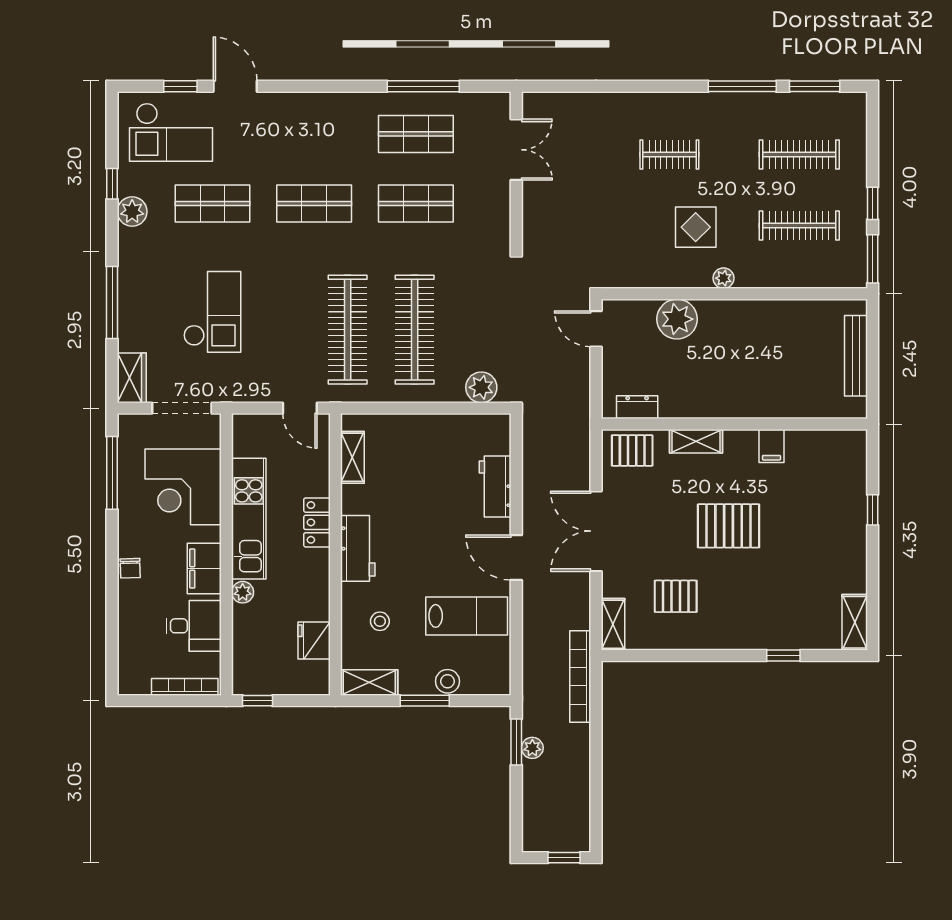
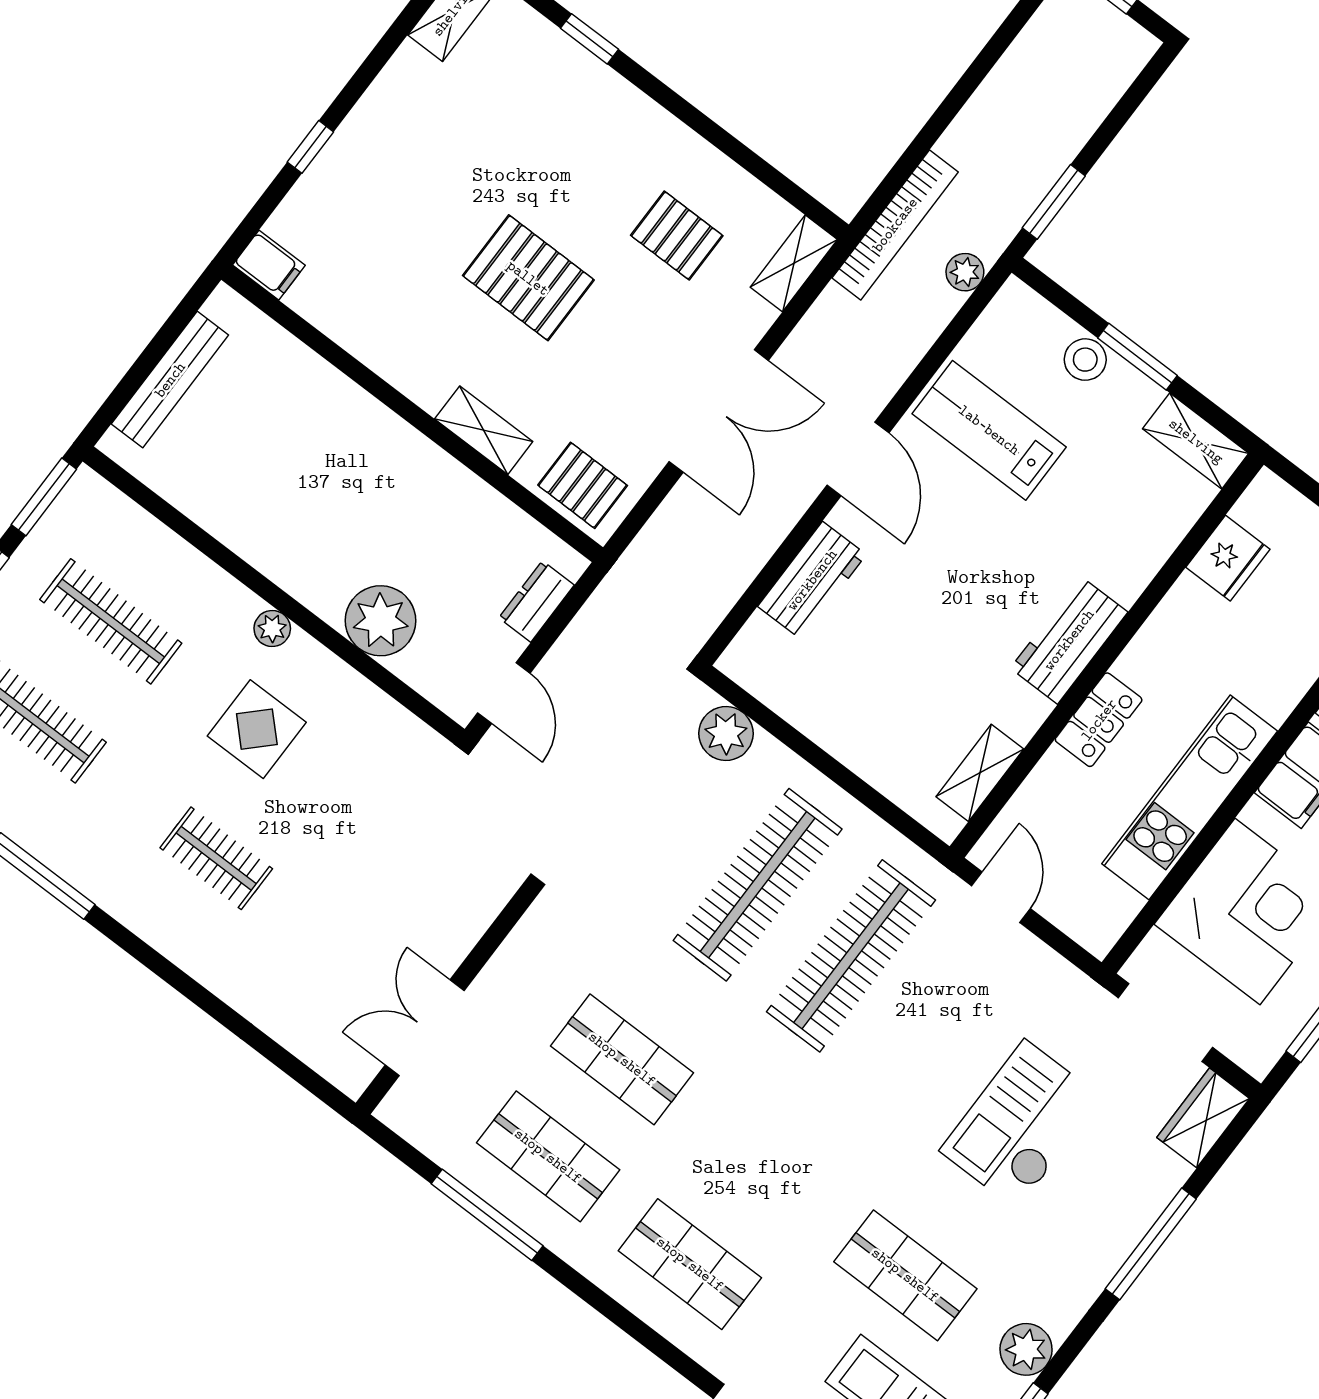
shop shelf: (314, 203) -> (690, 1264), moved
dresser: (637, 407) -> (536, 601), moved, turned 90
filing cabinet: (772, 446) -> (269, 265), moved, turned 90
plant: (243, 592) -> (1276, 701), removed
stool: (380, 621) -> (1116, 515), removed
plant: (532, 748) -> (965, 272), moved

